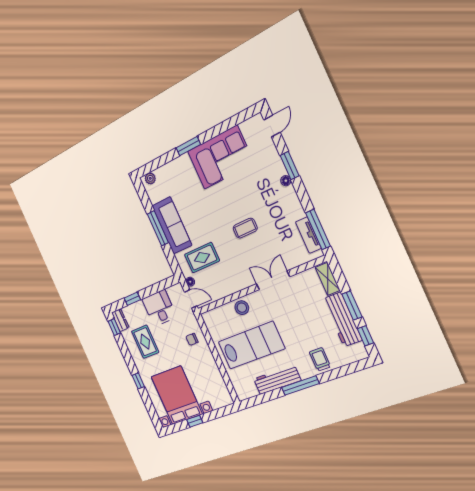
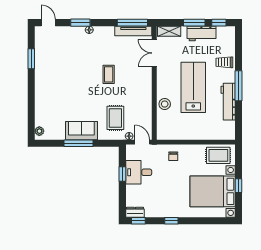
window: (188, 146) -> (31, 59), moved
corner sofa: (221, 157) -> (51, 69), removed
sofa: (172, 225) -> (81, 131), width x0.73
tv unit: (308, 235) -> (133, 31), width x1.41
double door: (273, 280) -> (154, 53), moved
window: (132, 299) -> (122, 174), moved
door: (191, 299) -> (142, 142), hinge flipped
workbench: (342, 319) -> (201, 34), width x0.73
rug: (145, 342) -> (218, 155), moved
lab bench: (251, 345) -> (193, 87), moved
window: (138, 381) -> (171, 221), moved

